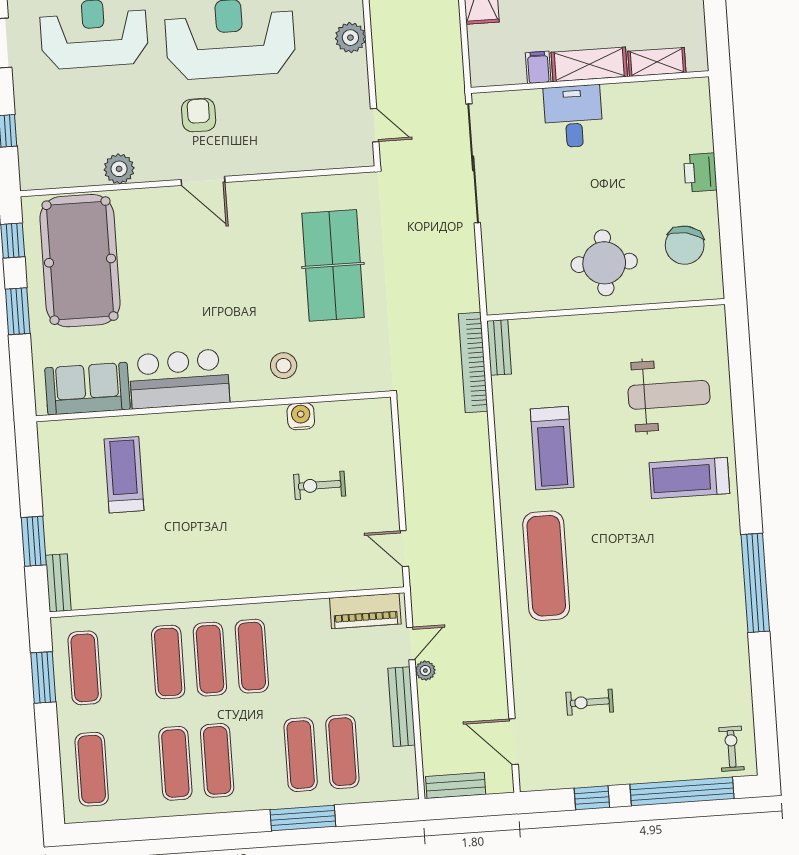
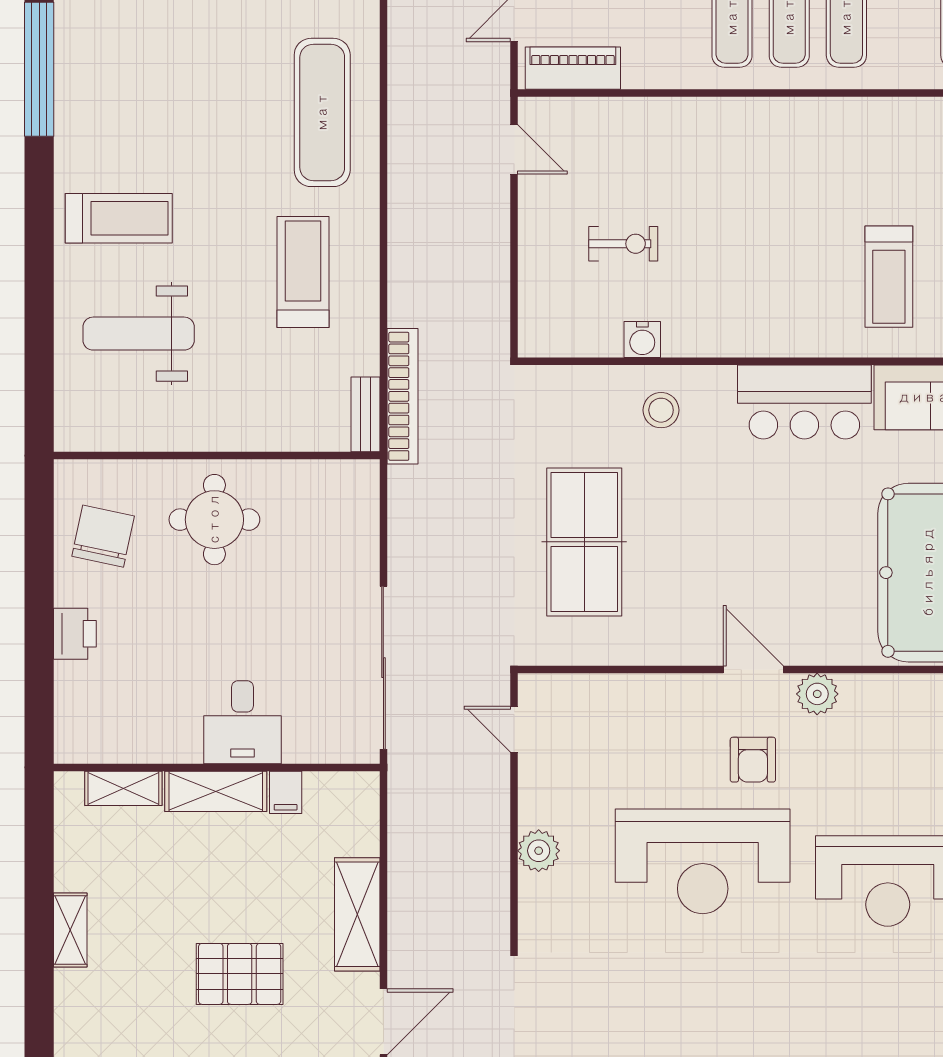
plant: (119, 169) -> (817, 694), moved

